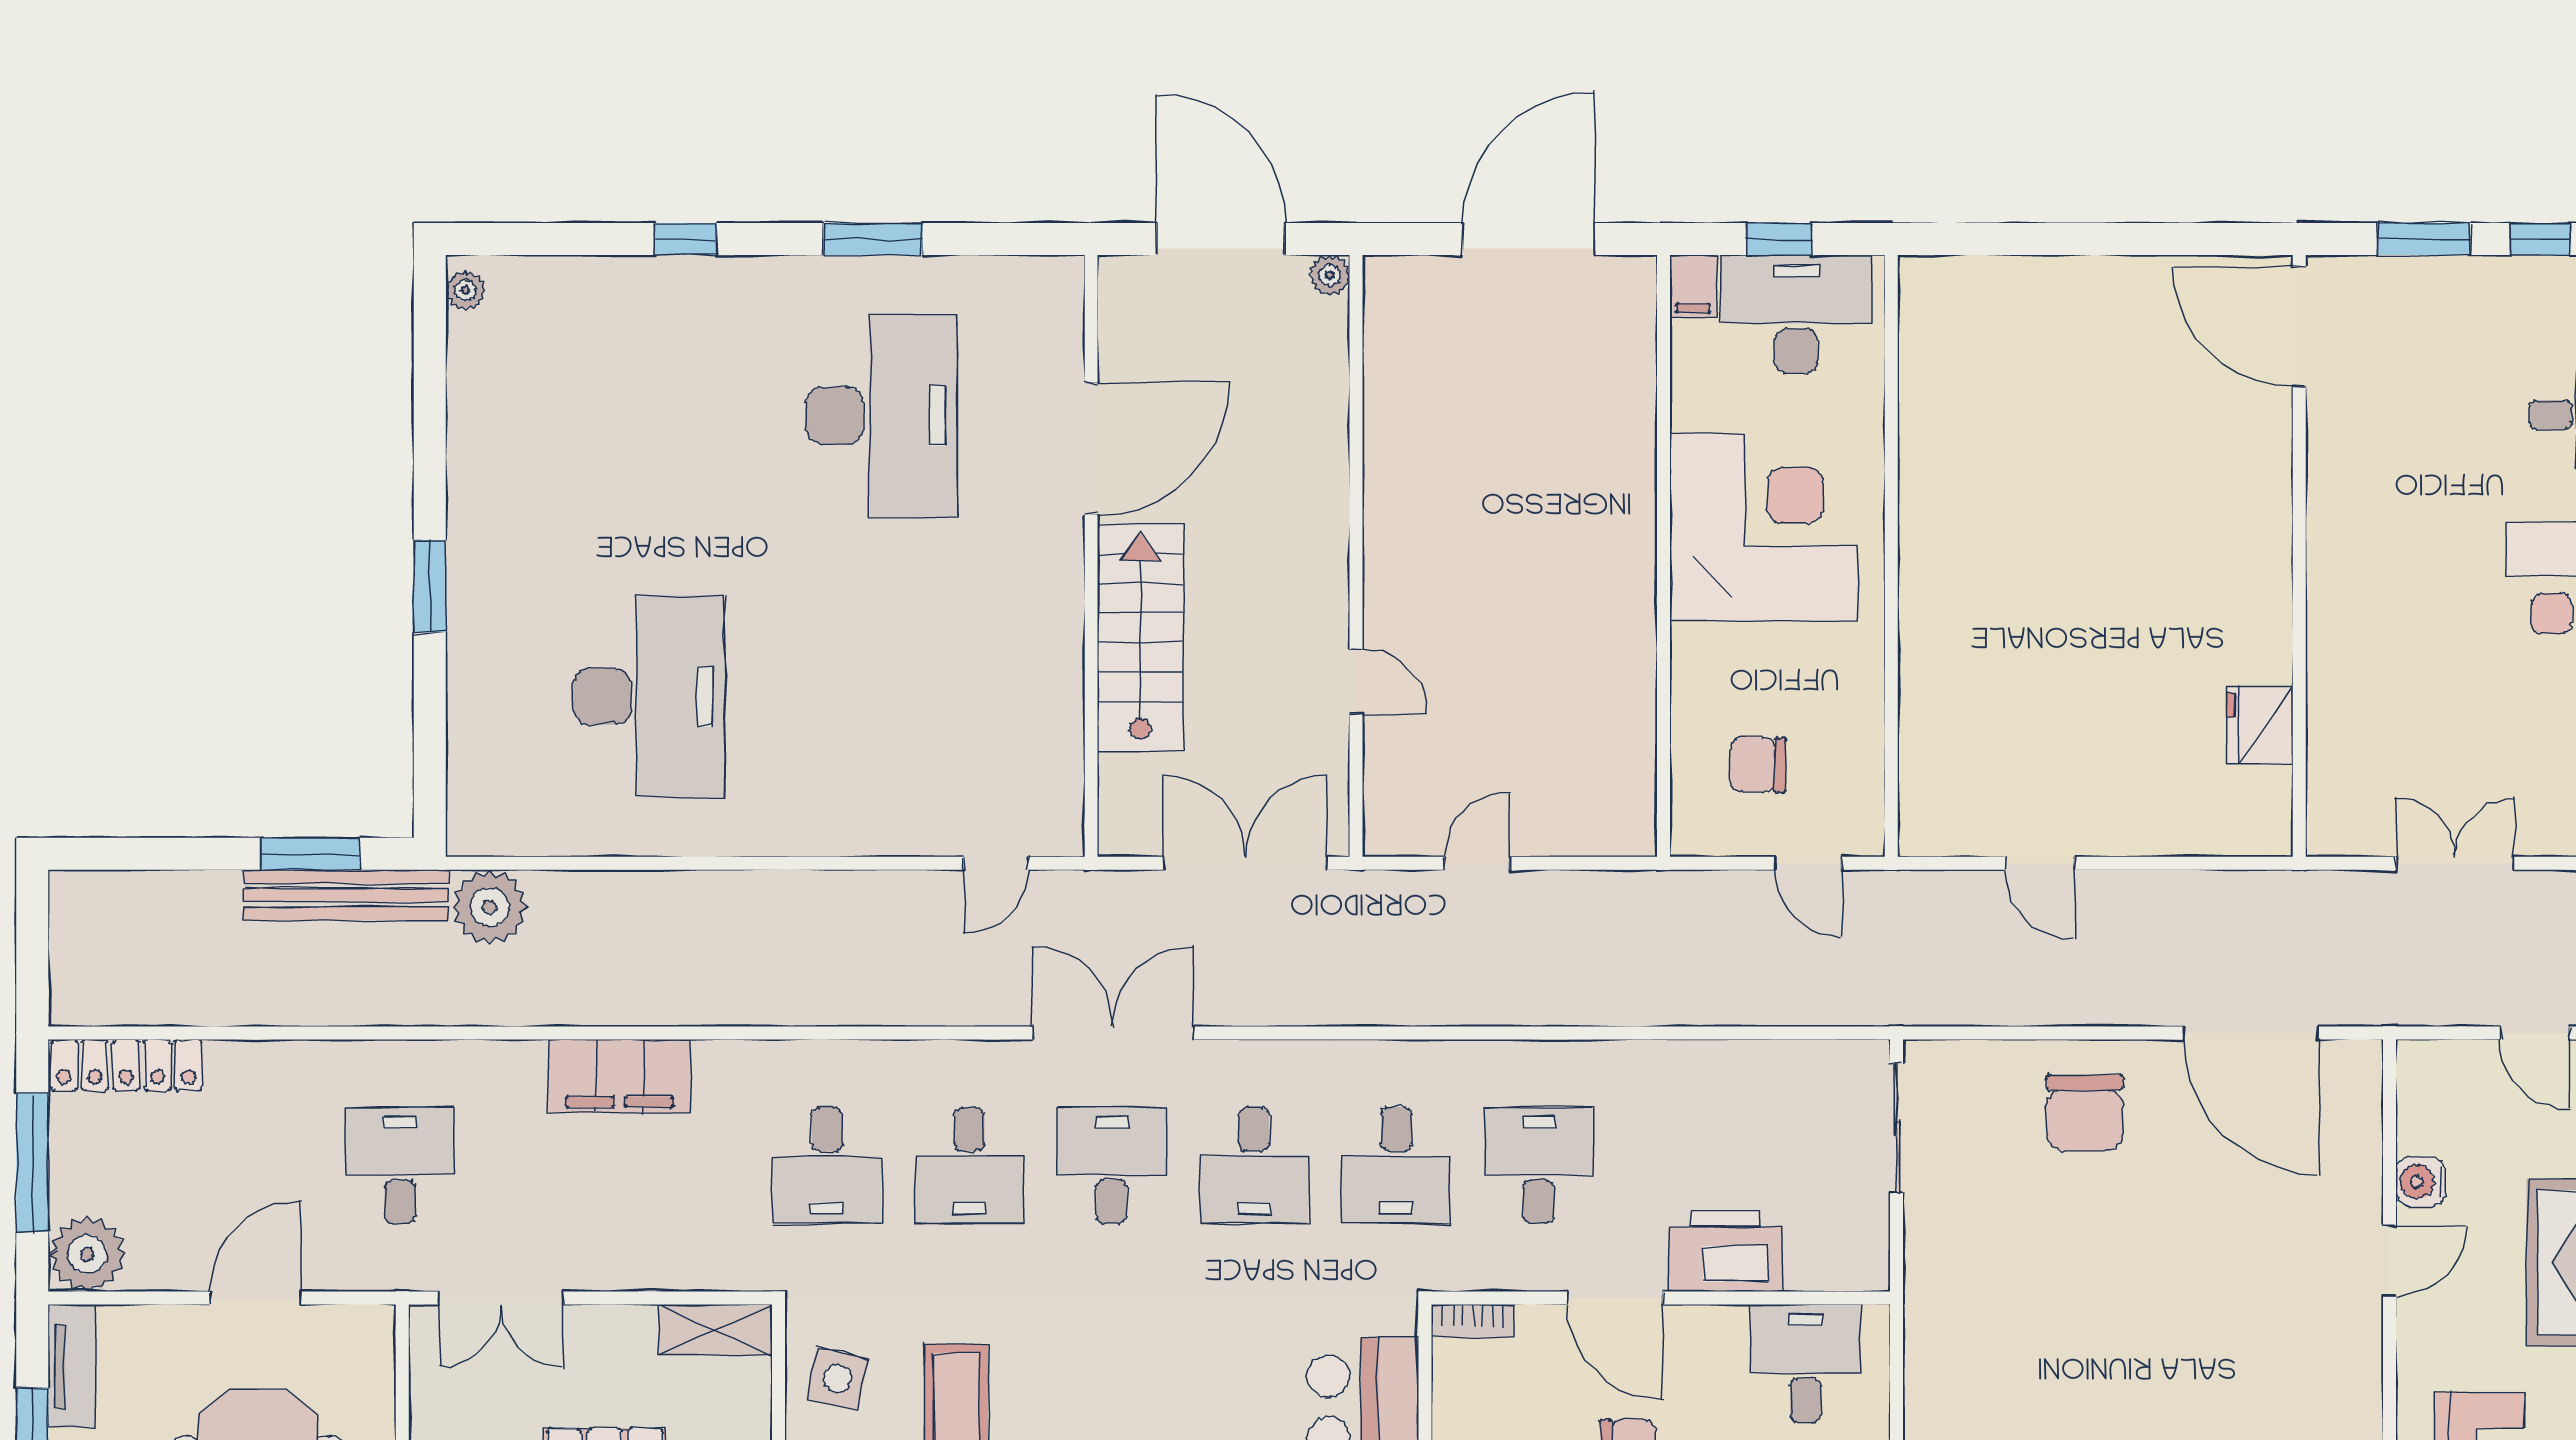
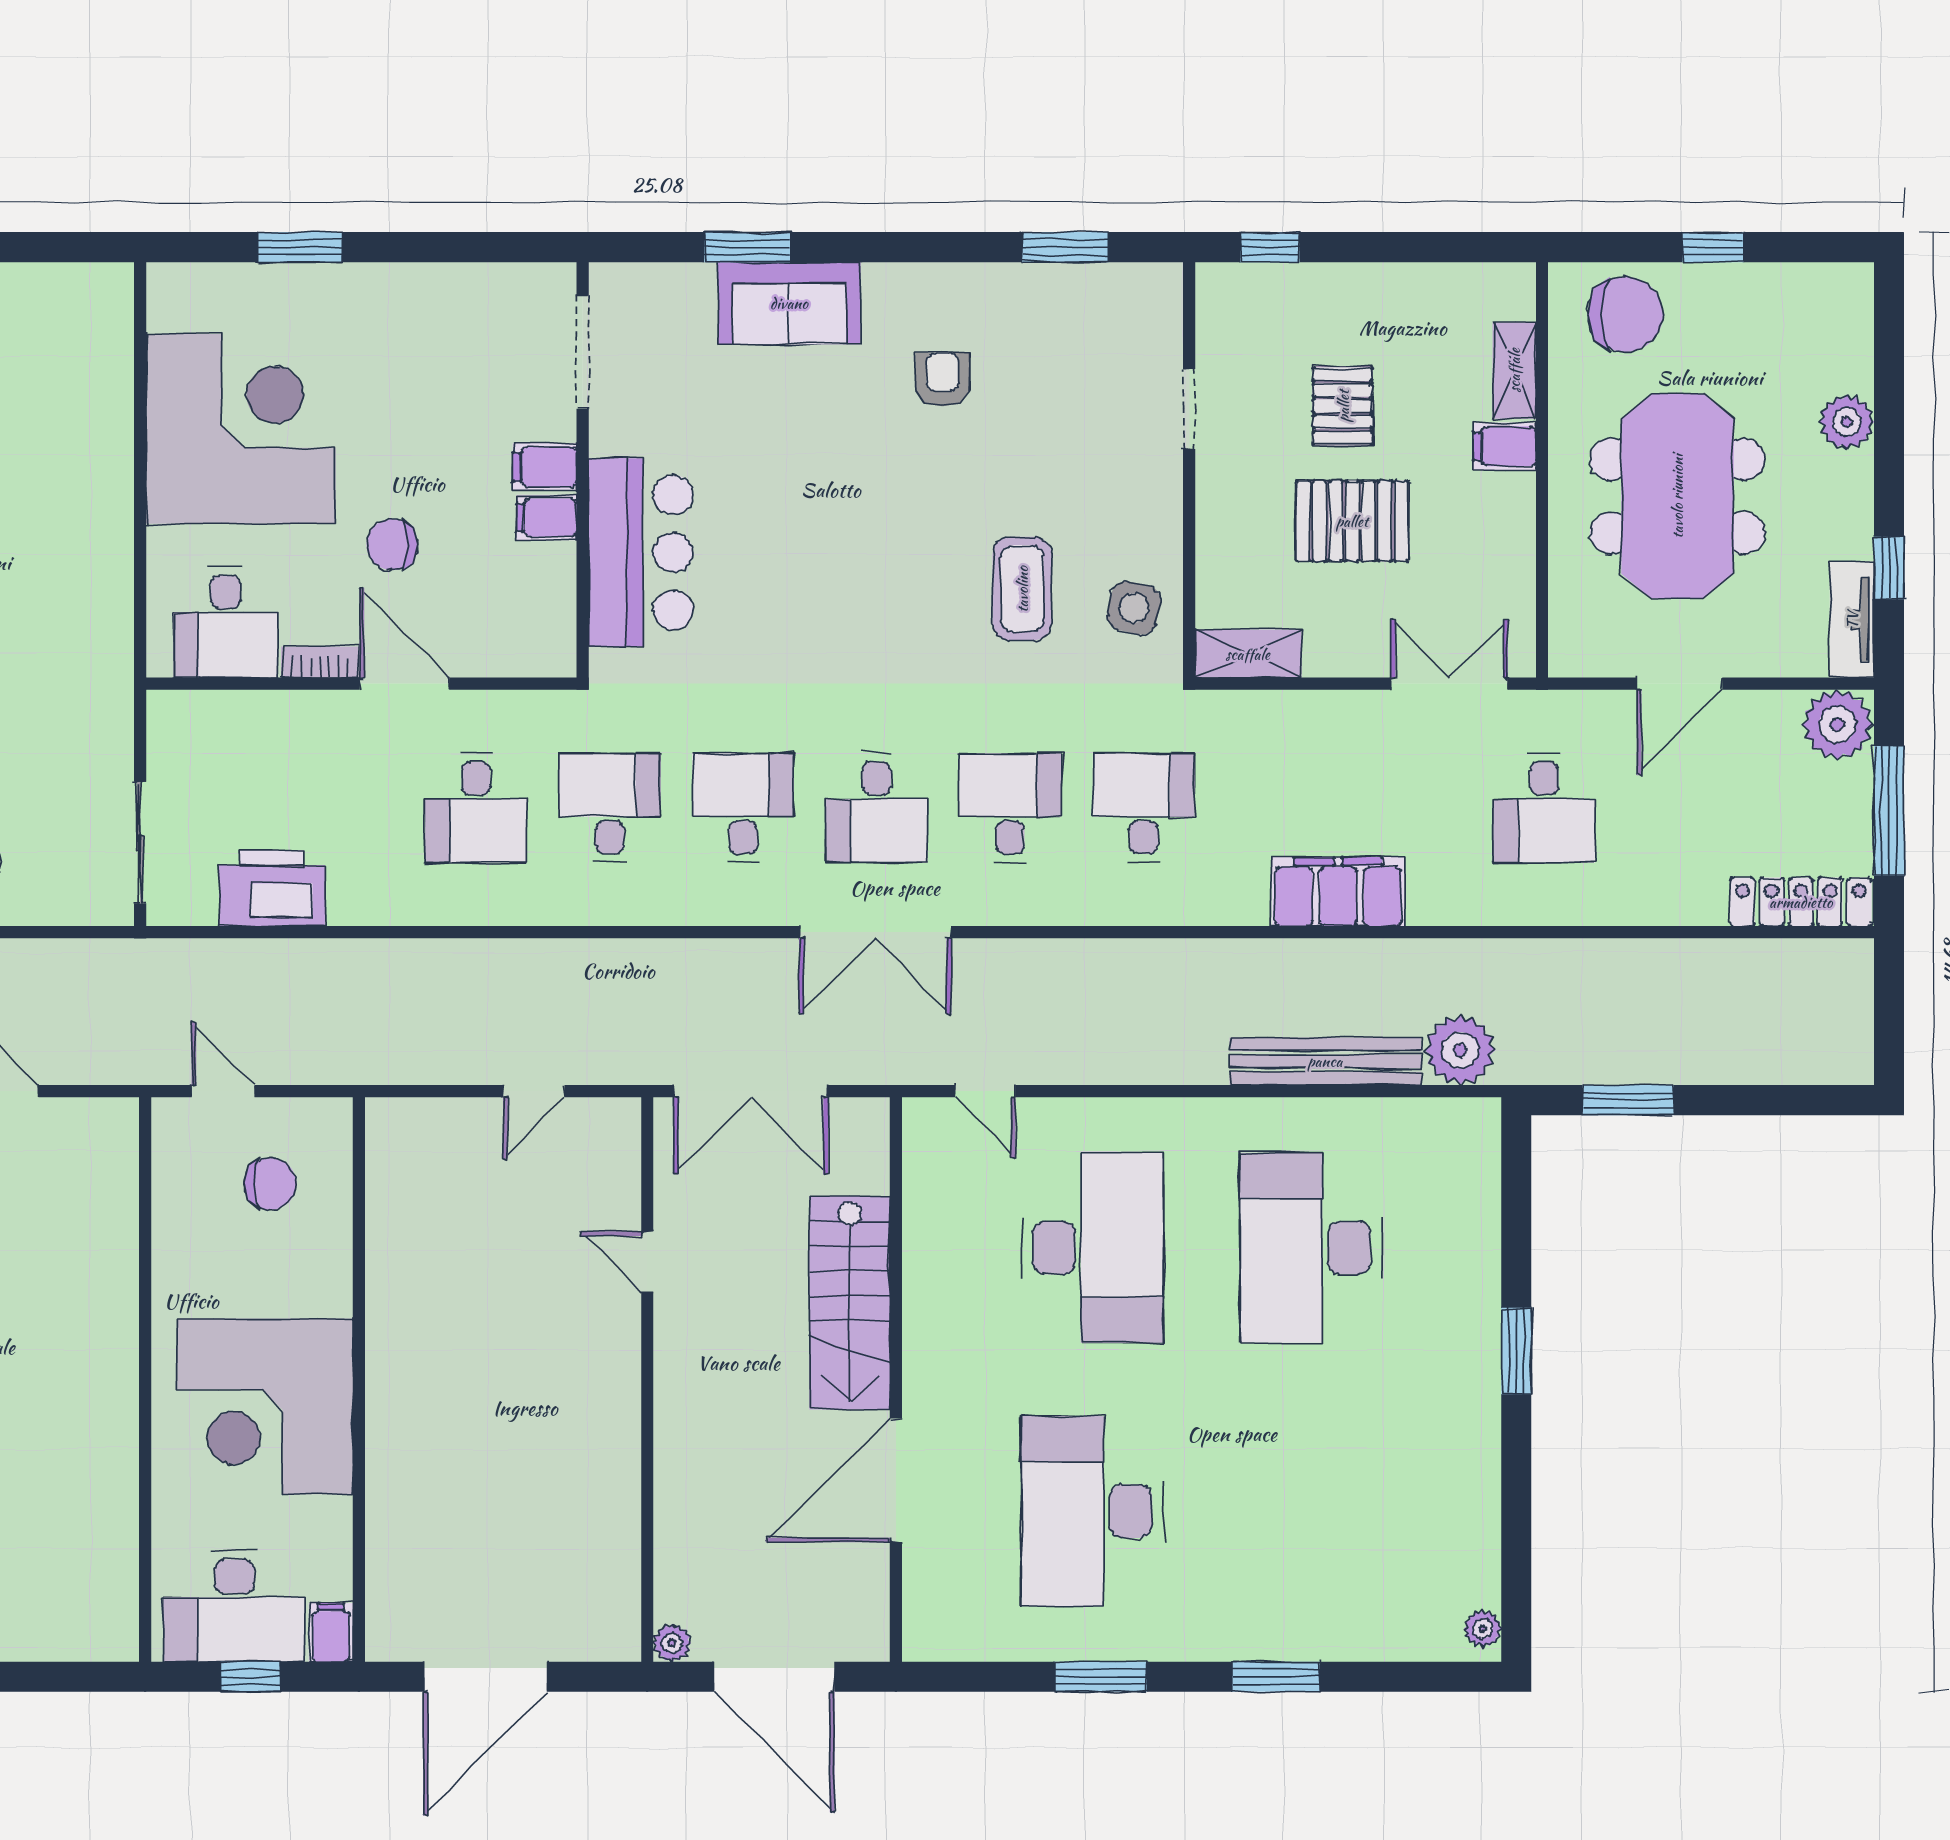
window: (686, 239) -> (1276, 1677), width x1.50
desk: (882, 696) -> (1092, 1248), added
door: (996, 863) -> (985, 1091), swing flipped
bench: (346, 895) -> (1325, 1061), moved
printer: (1725, 1251) -> (272, 888), moved, turned 180
bookcase: (1473, 1321) -> (320, 662), moved

